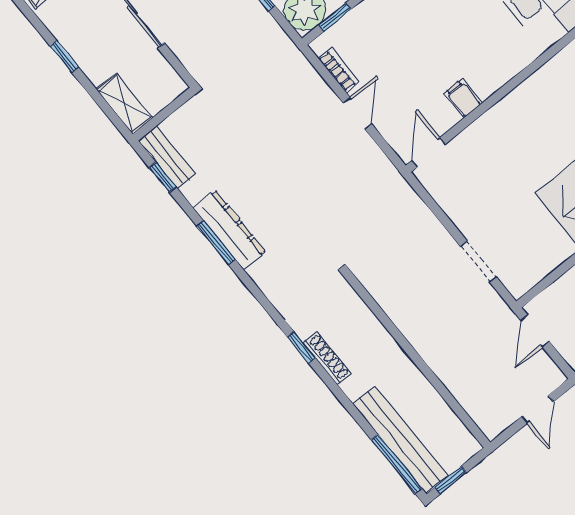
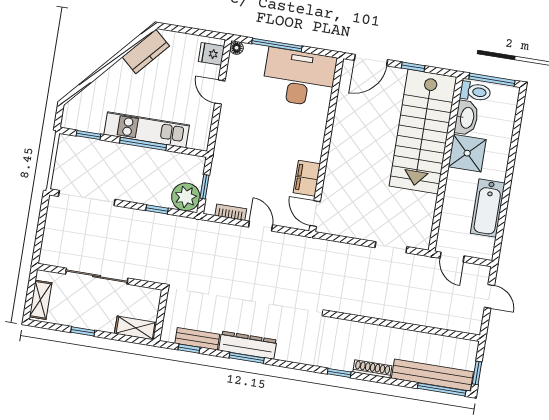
filing cabinet: (463, 98) -> (307, 178), width x2.00
bench: (167, 157) -> (197, 339), moved
shoe rack: (327, 358) -> (372, 369), moved

